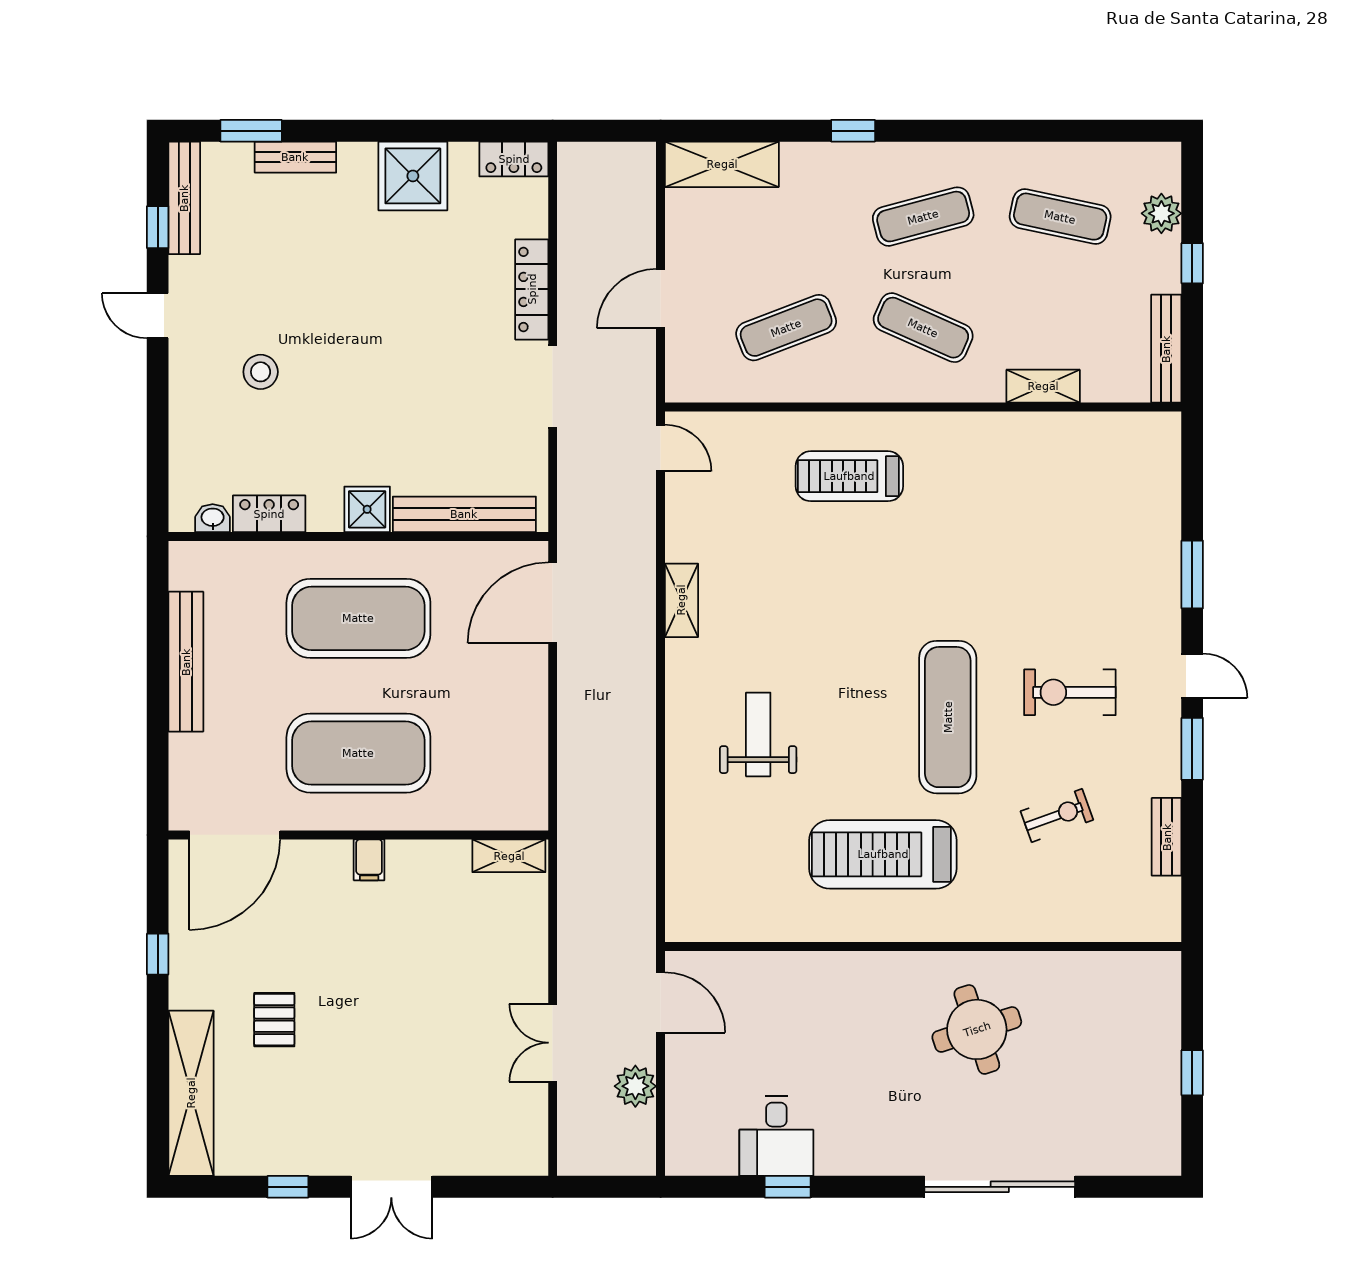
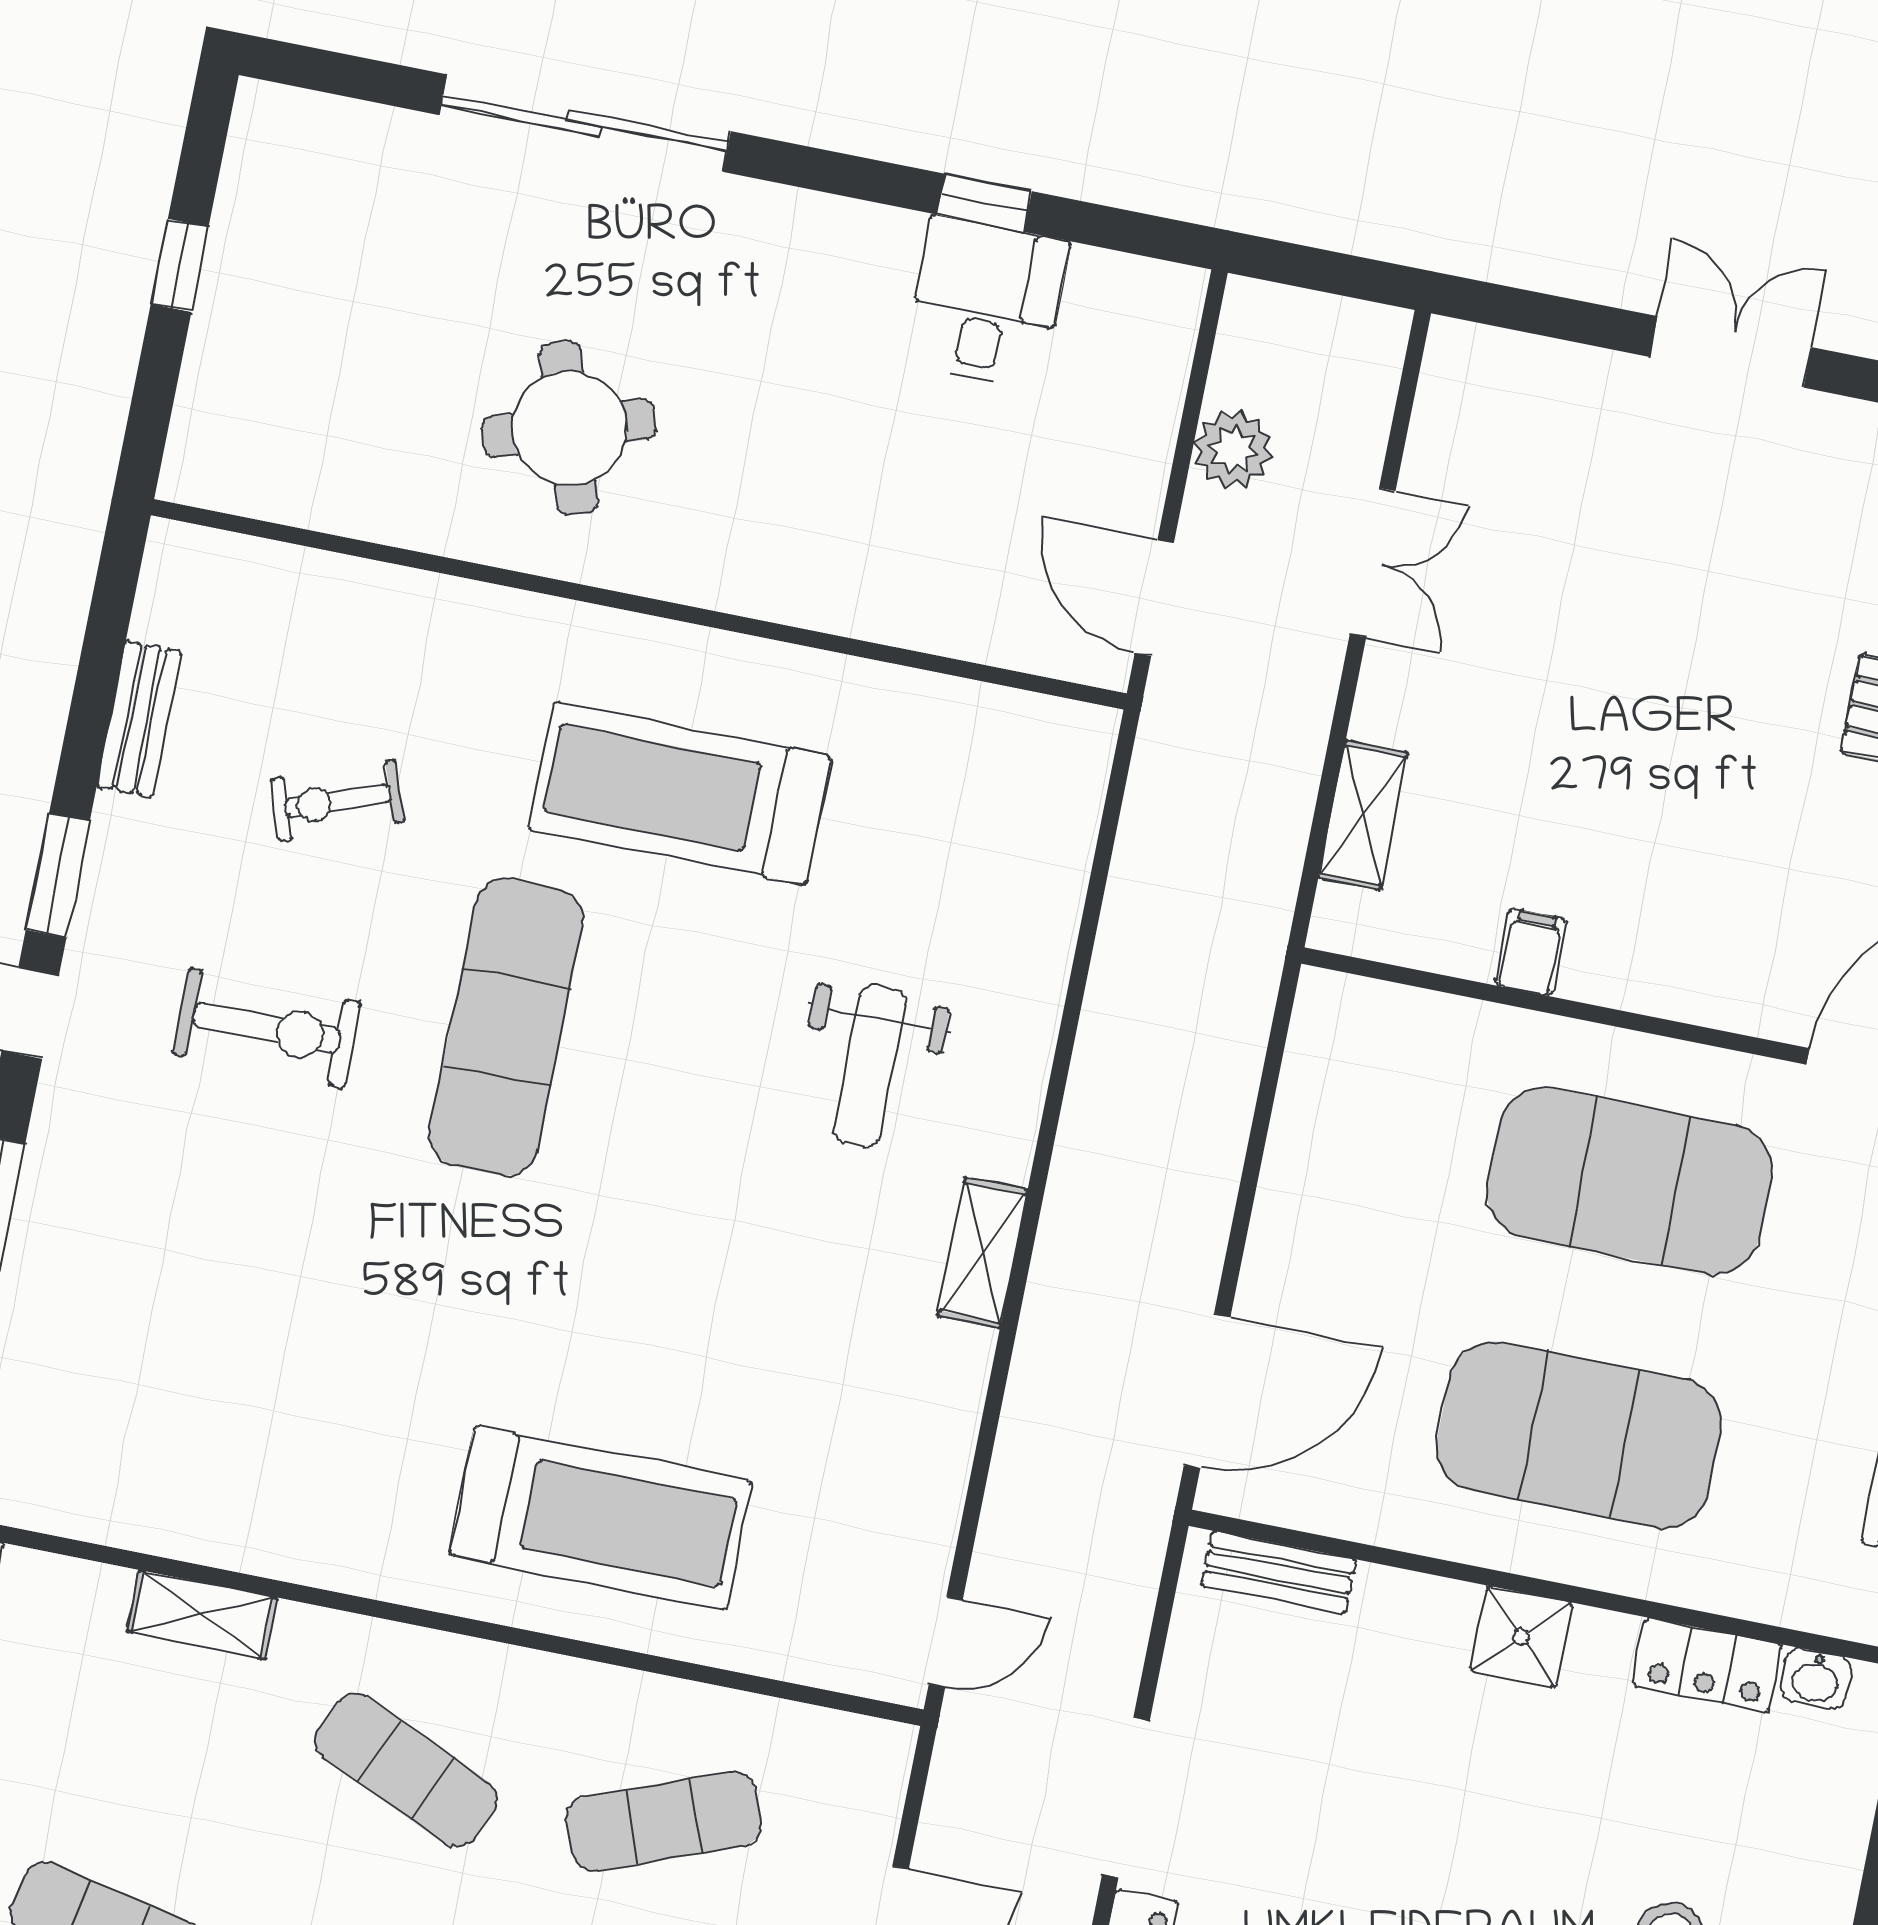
door: (661, 448) -> (946, 1642), swing flipped
treadmill: (849, 476) -> (601, 1518), width x1.37, depth x1.38
bench: (464, 514) -> (1279, 1573), width x0.54, depth x0.82
shelving: (681, 600) -> (983, 1253), moved
treadmill: (883, 854) -> (680, 793), turned 180
shelving: (509, 856) -> (1363, 815), moved, turned 90
filing cabinet: (369, 860) -> (1531, 952), moved

